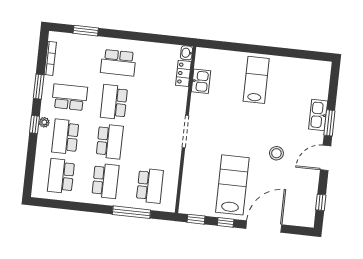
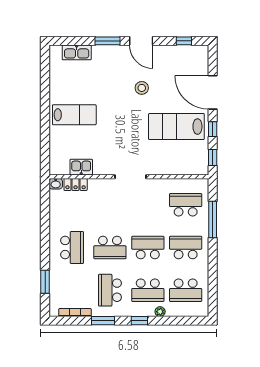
lab bench: (256, 80) -> (74, 115), turned 180
kitchen sink: (318, 115) -> (77, 52), moved
plant: (44, 122) -> (160, 312), moved

